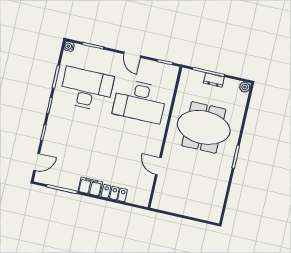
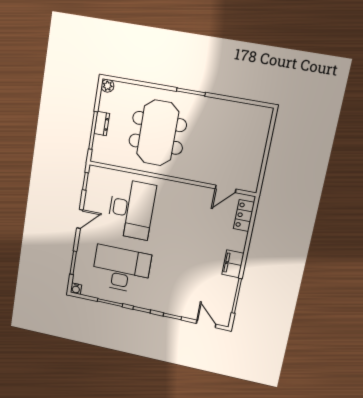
desk: (87, 89) -> (121, 269), turned 90
door: (158, 166) -> (226, 189), moved
locker: (114, 193) -> (244, 215), moved

